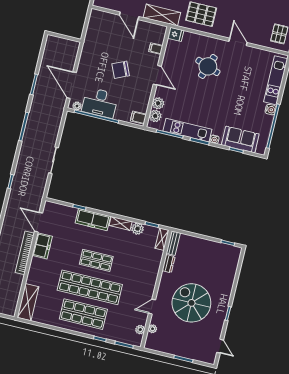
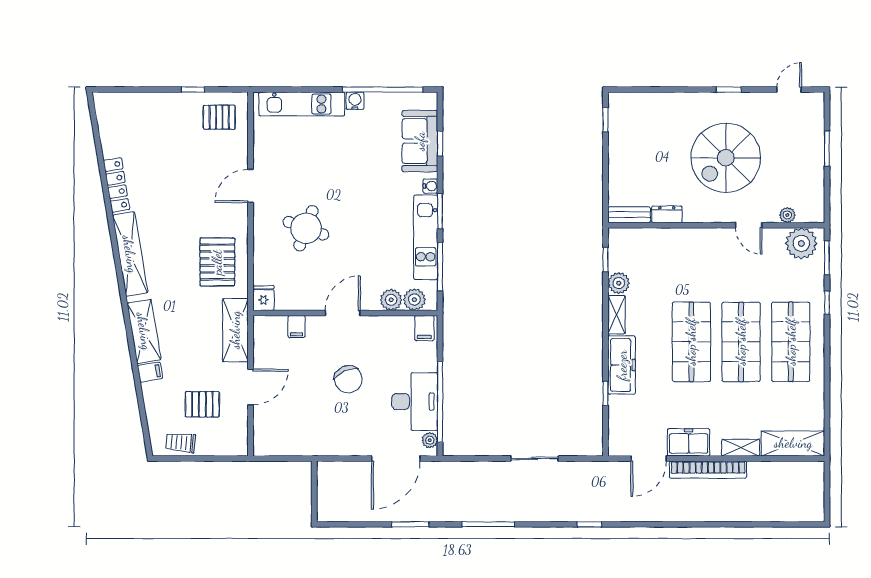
shelving: (162, 239) -> (741, 448), moved
shop shelf: (96, 260) -> (691, 342), width x1.43, depth x1.36
shop shelf: (90, 287) -> (741, 342), width x0.71
plant: (140, 330) -> (801, 243), width x1.88, depth x1.88

